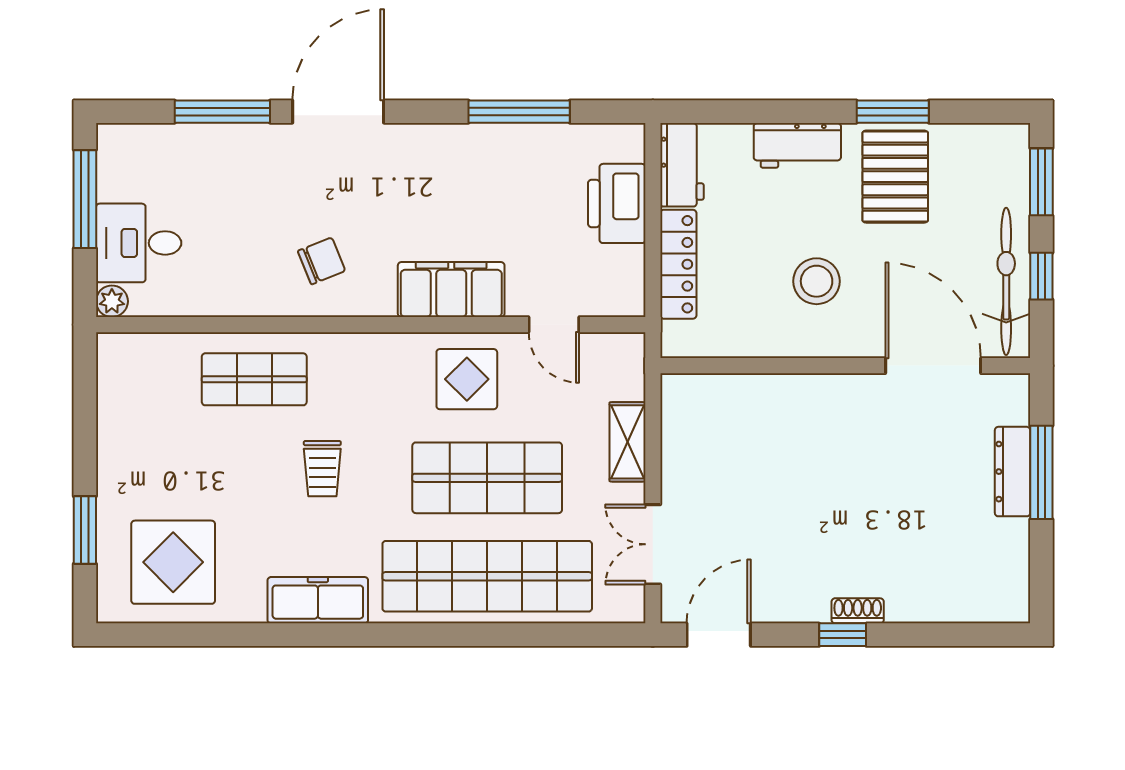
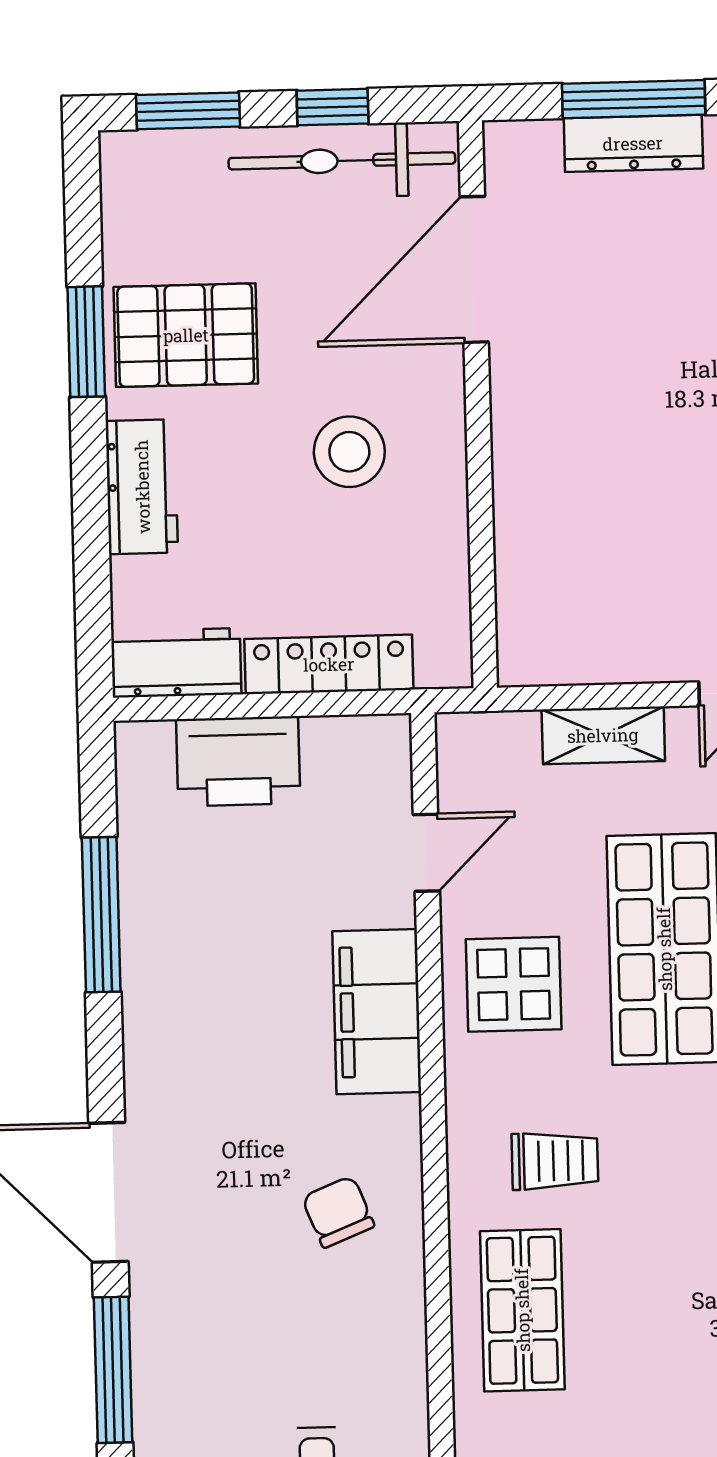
trolley: (322, 469) -> (555, 1161), moved

